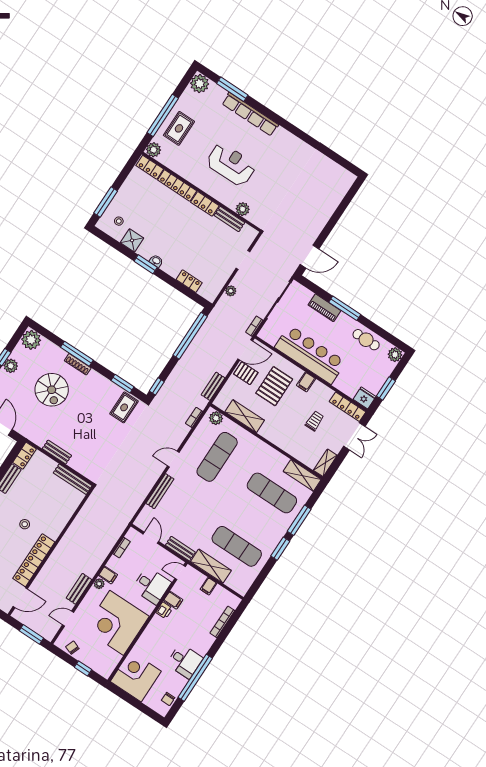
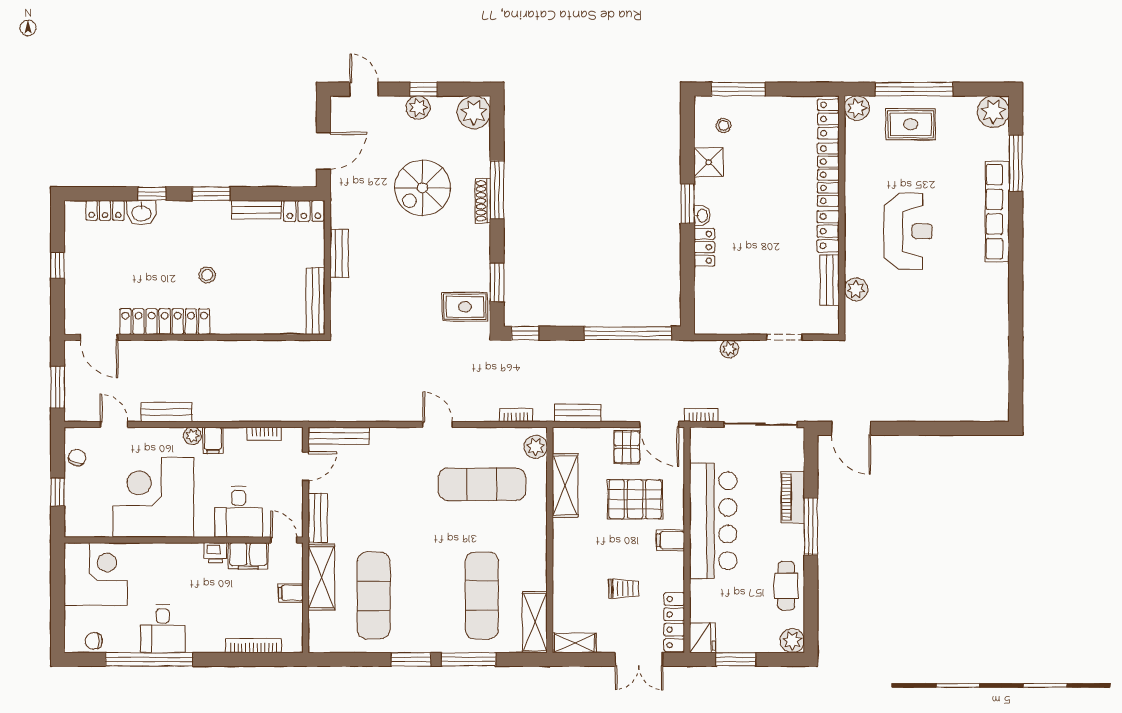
locker: (189, 281) -> (704, 247), moved
bench: (160, 491) -> (339, 436), moved
filing cabinet: (173, 600) -> (248, 556), width x2.00

